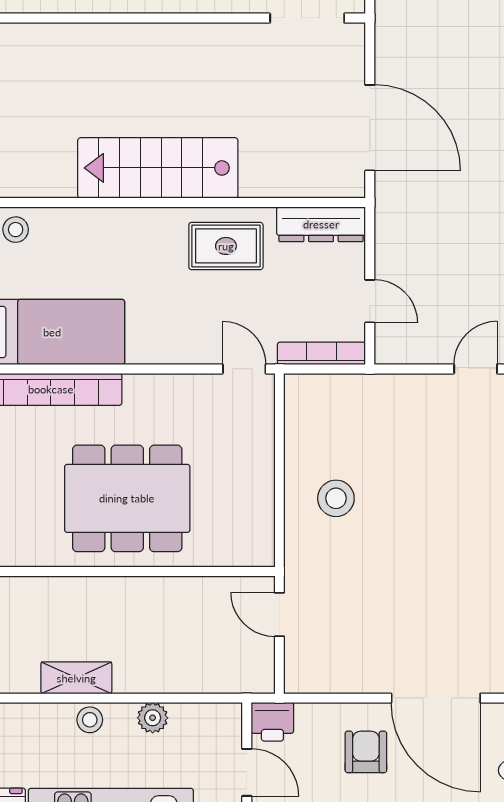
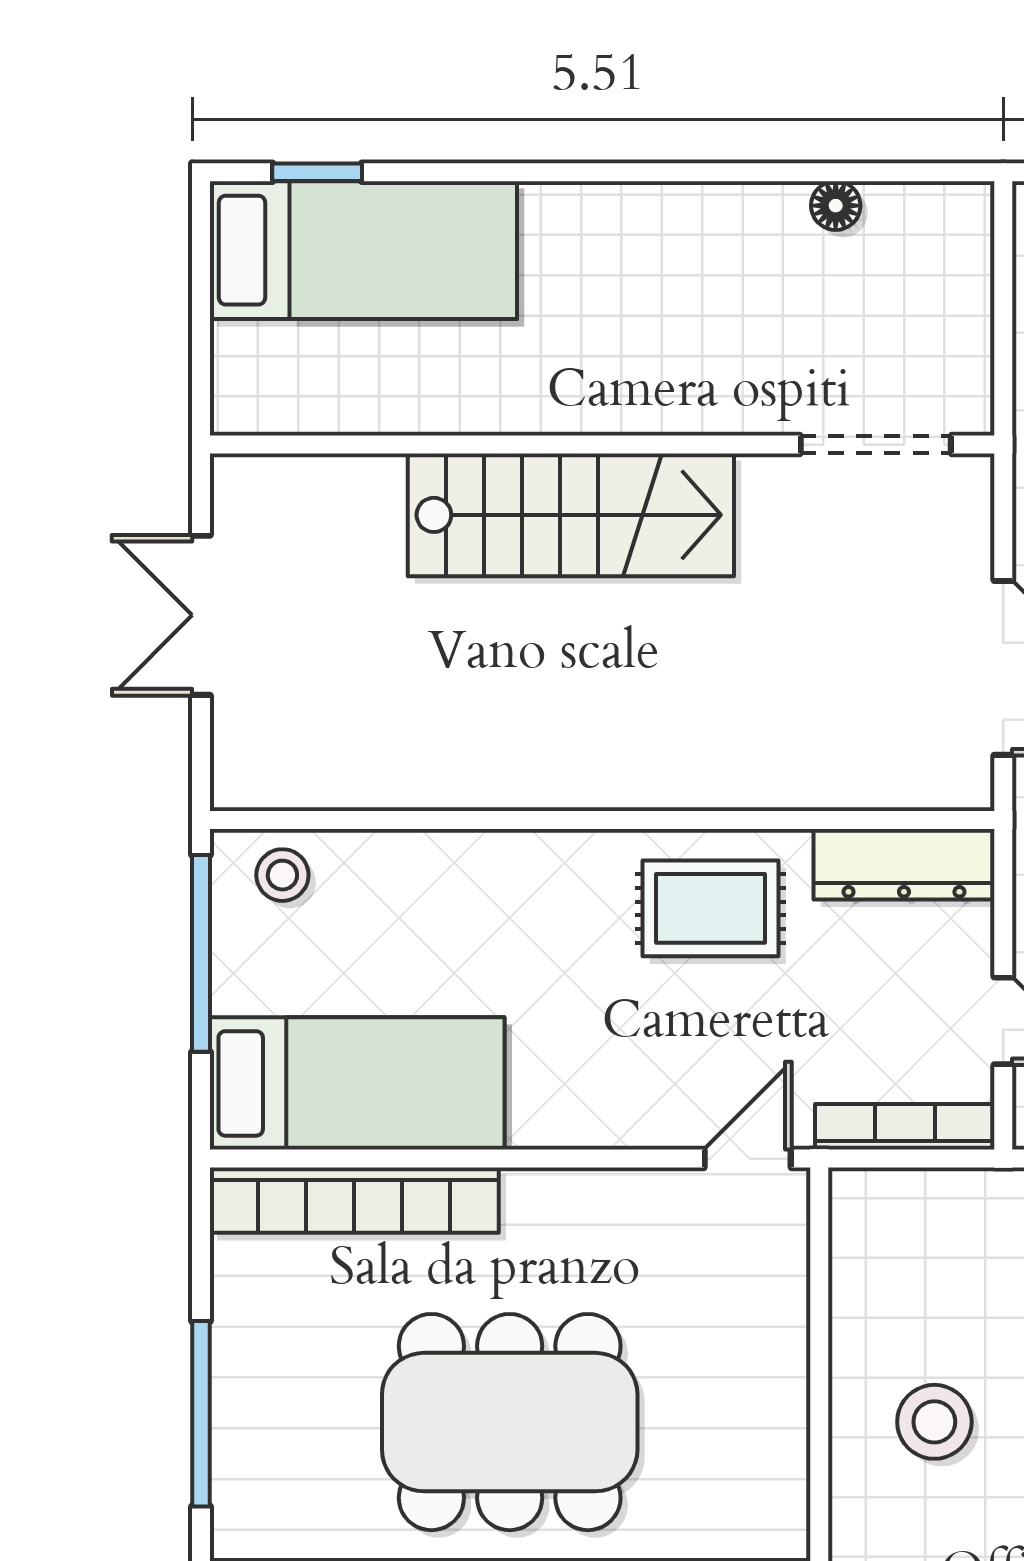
stairs: (158, 168) -> (571, 515), moved, turned 180
door: (244, 369) -> (748, 1159), hinge flipped

